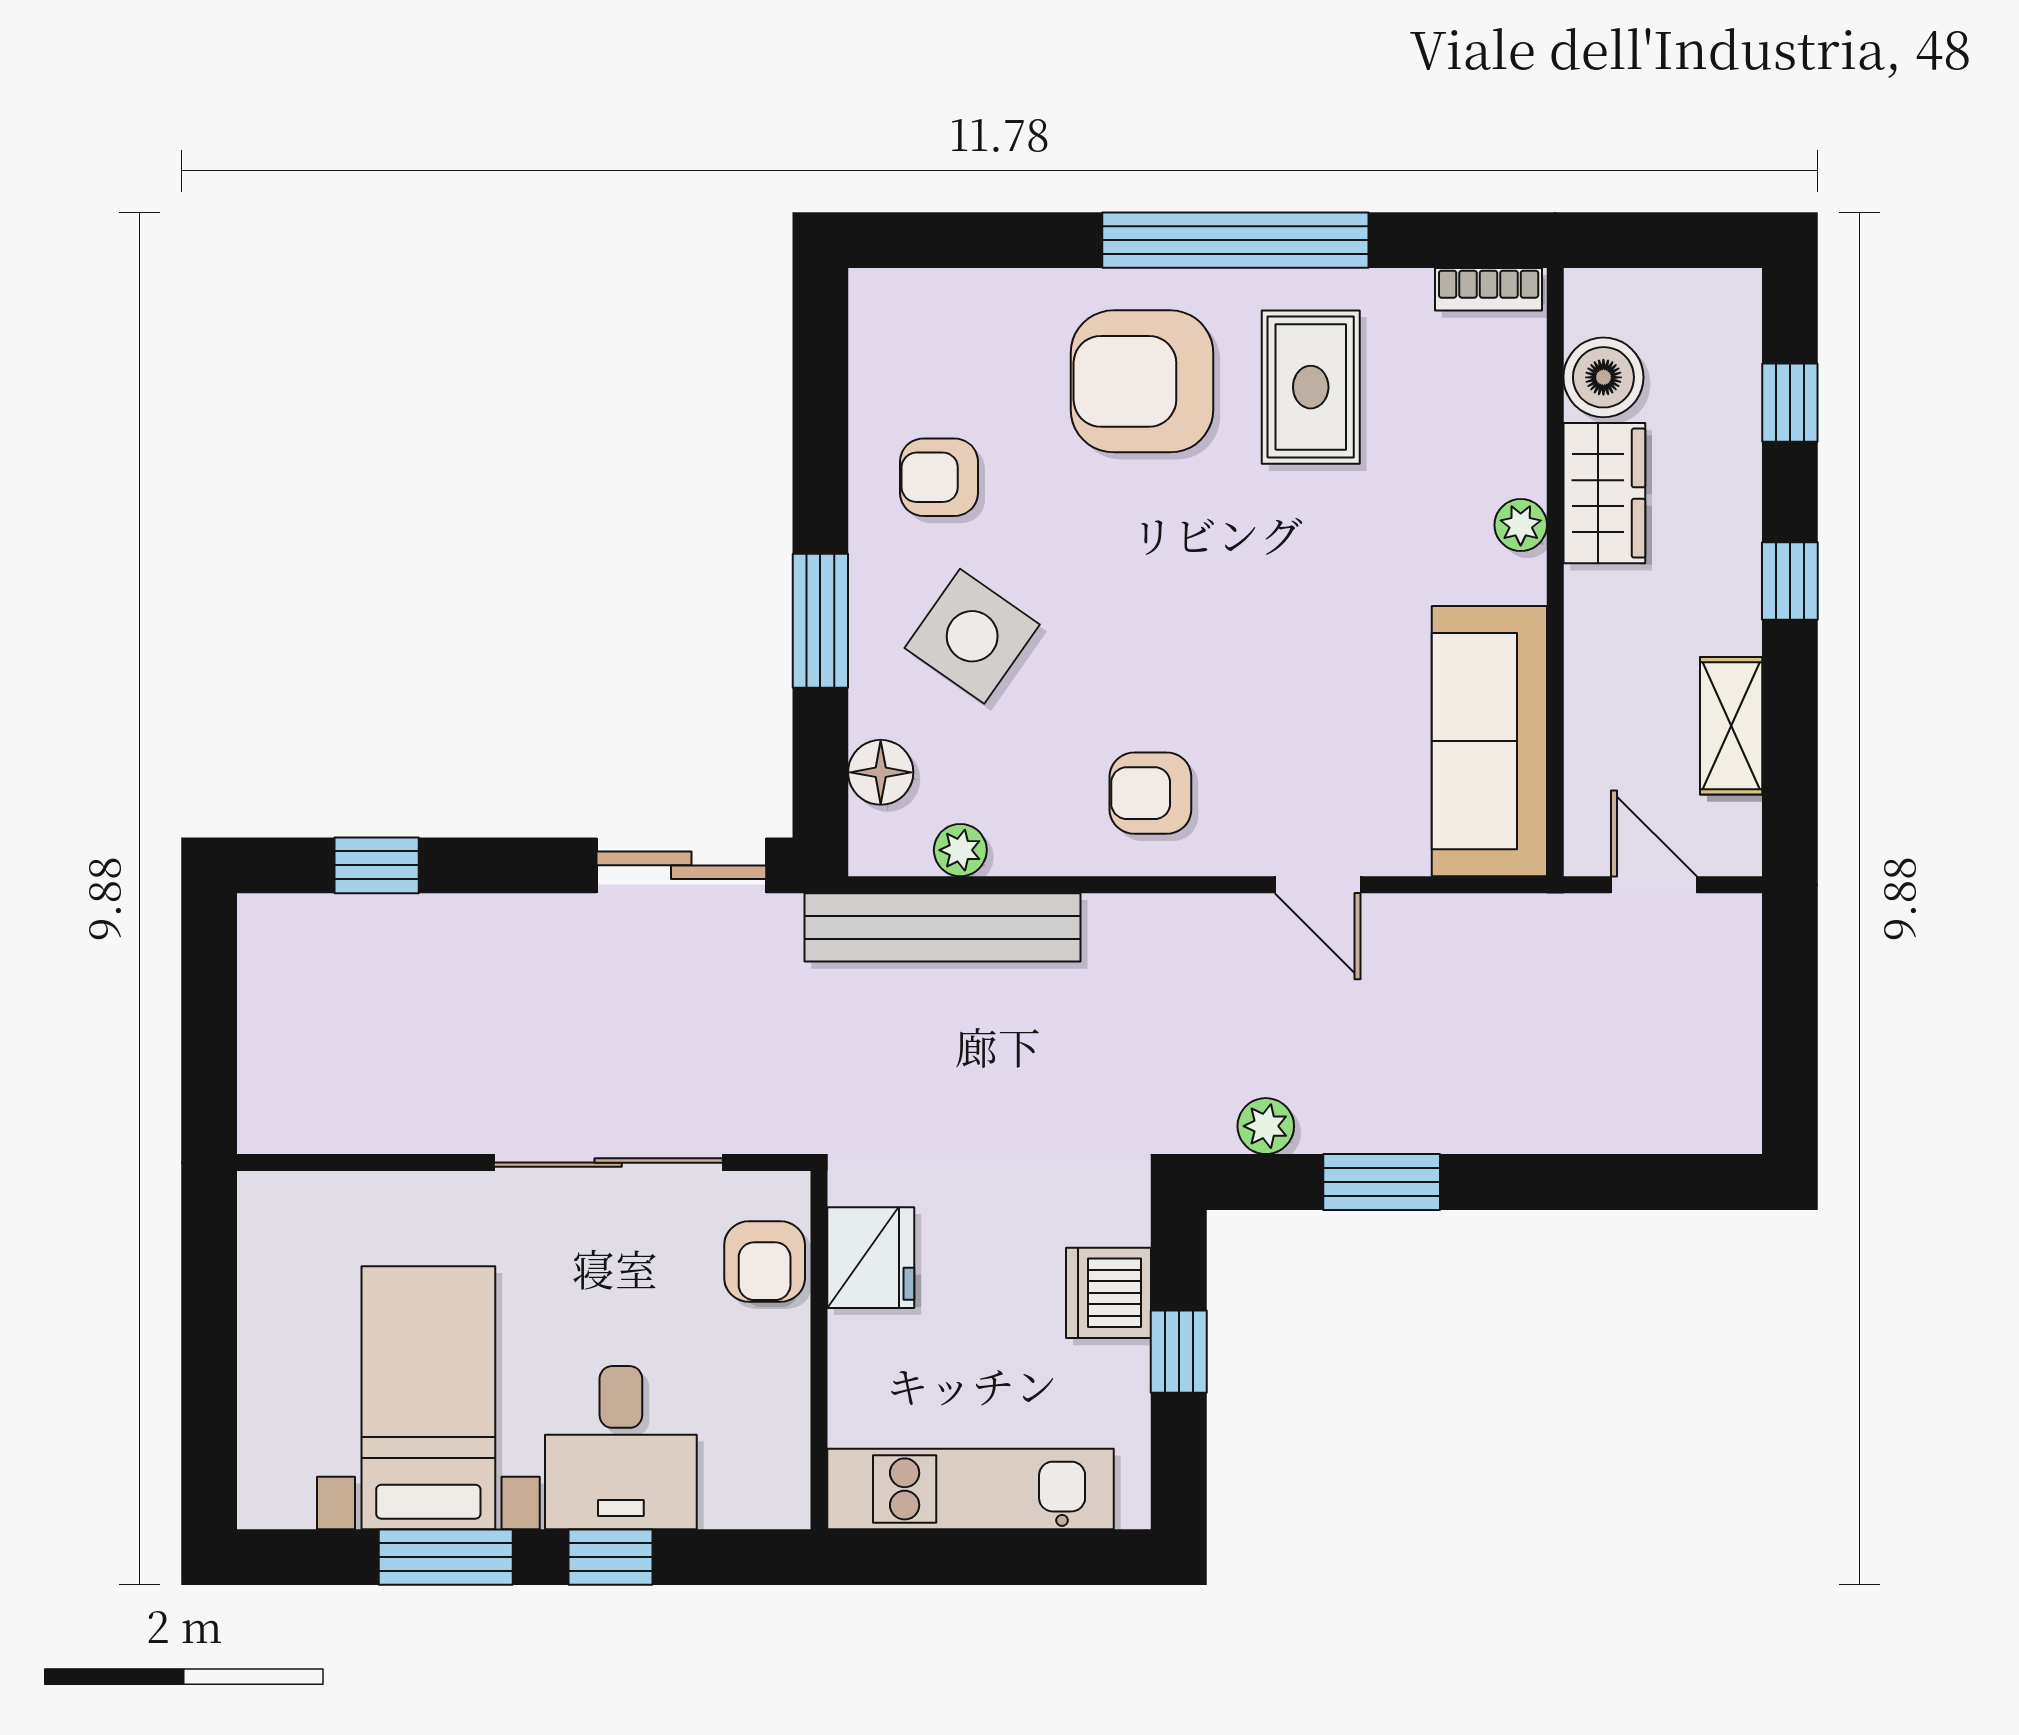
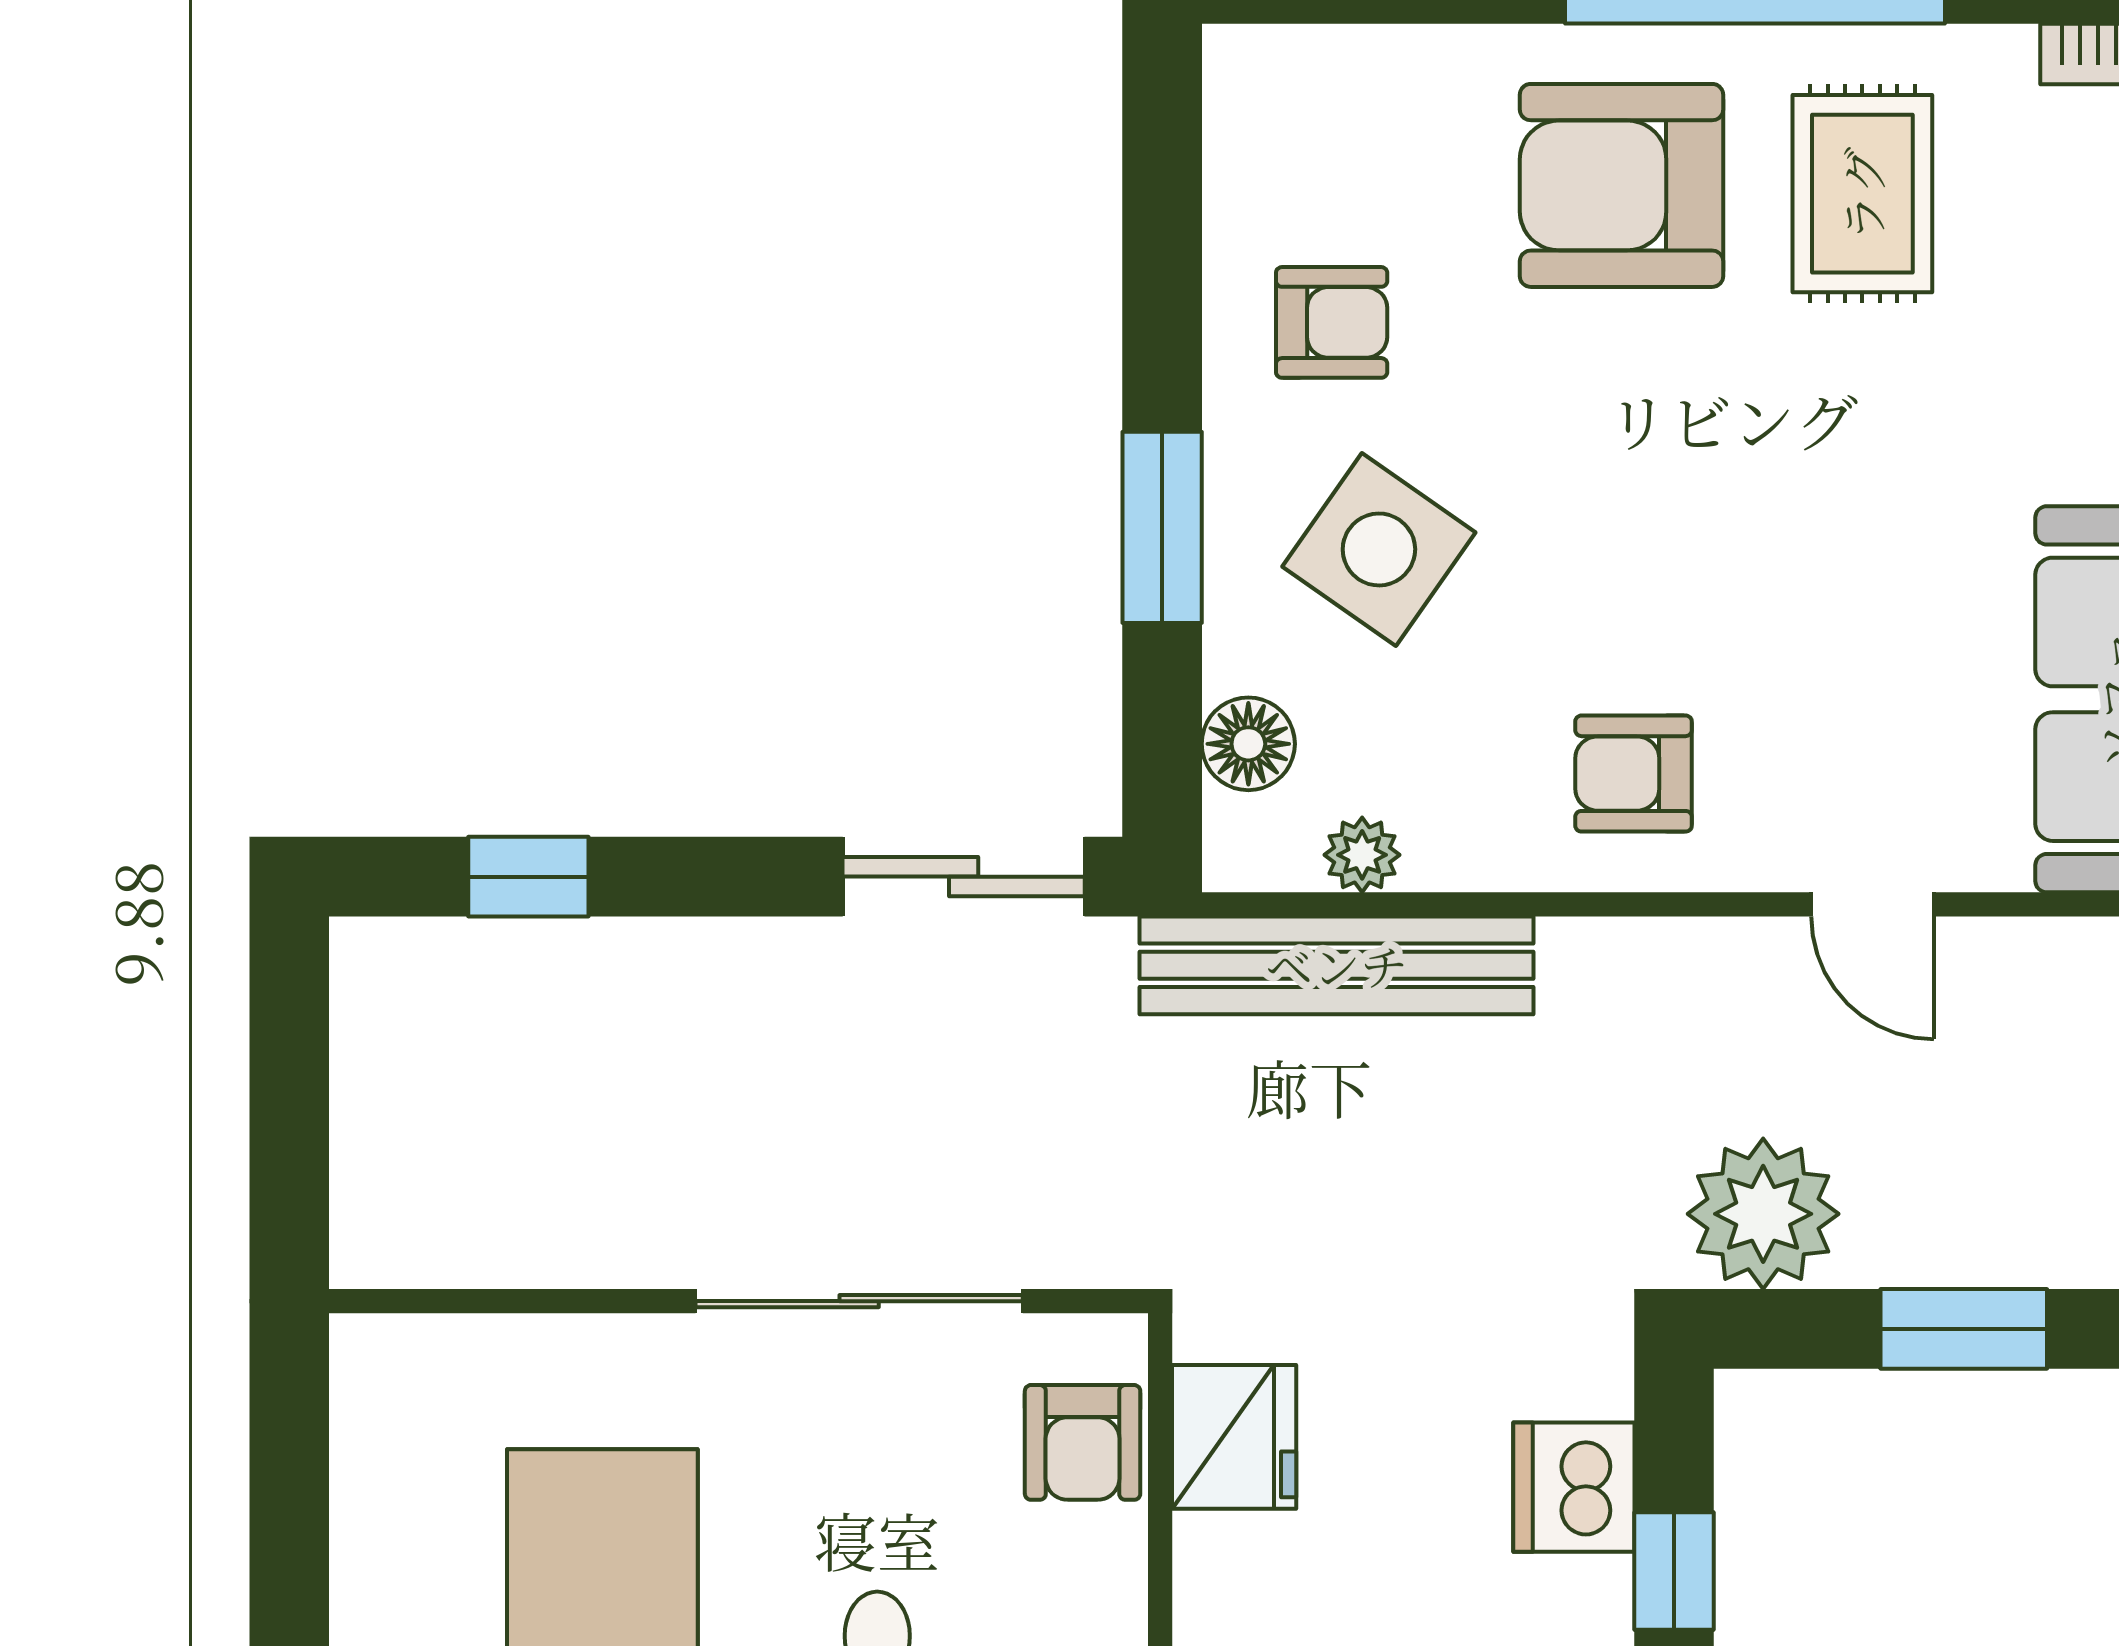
armchair: (939, 477) -> (1332, 322), turned 180
plant: (1266, 1126) -> (1763, 1214), width x1.88, depth x1.88

